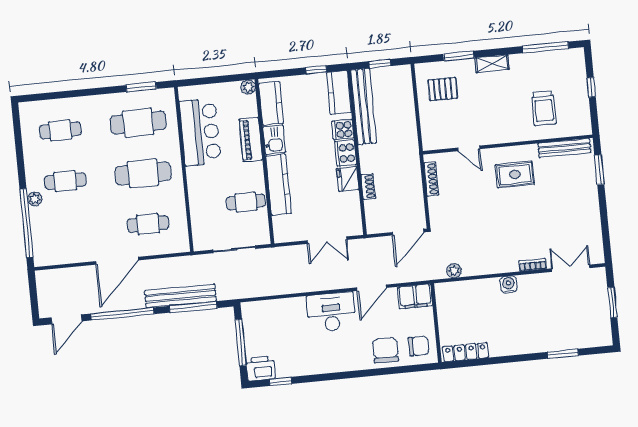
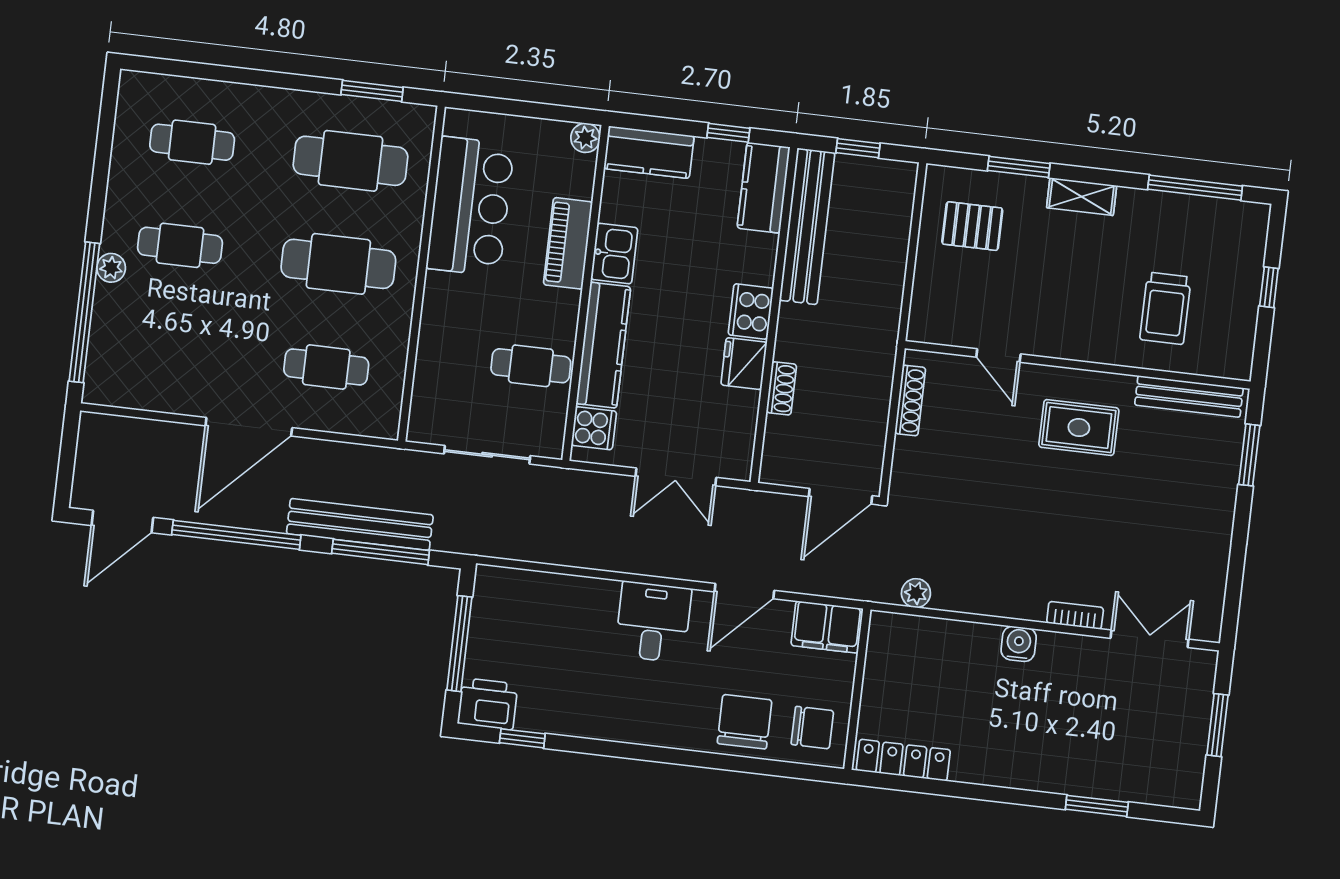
kitchen counter: (271, 103) -> (649, 152), moved, turned 90
cooker: (343, 130) -> (594, 428), moved, turned 180
desk: (331, 312) -> (653, 622), width x0.73

